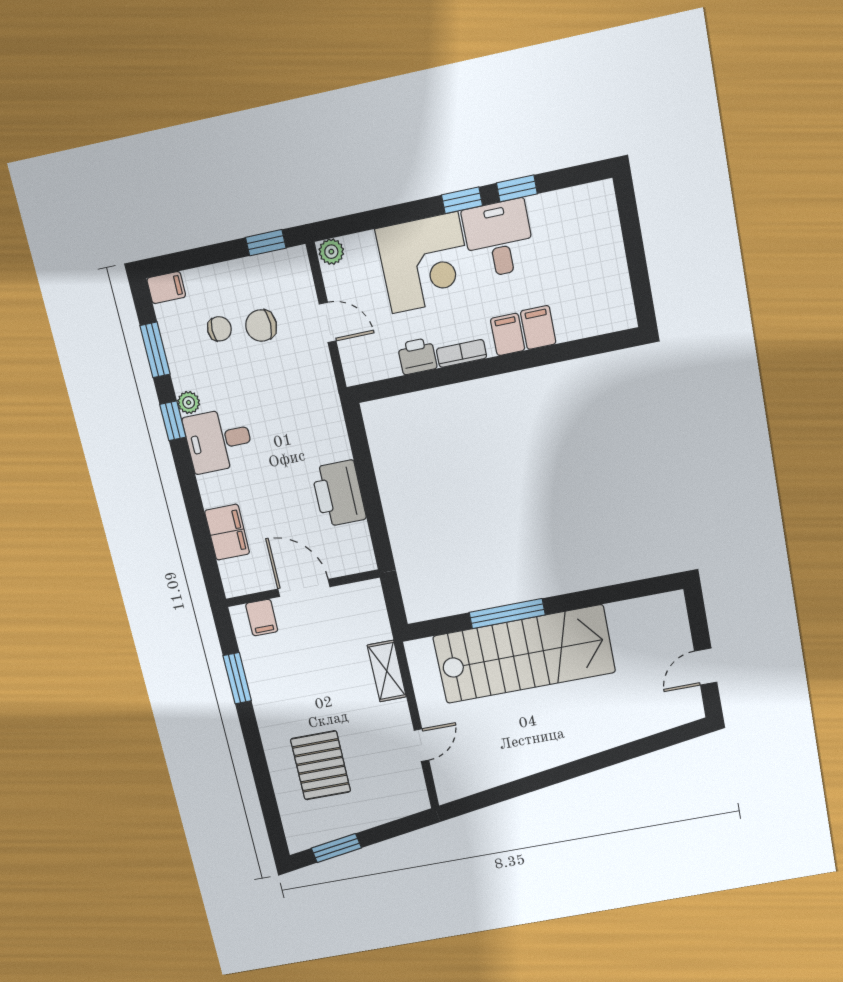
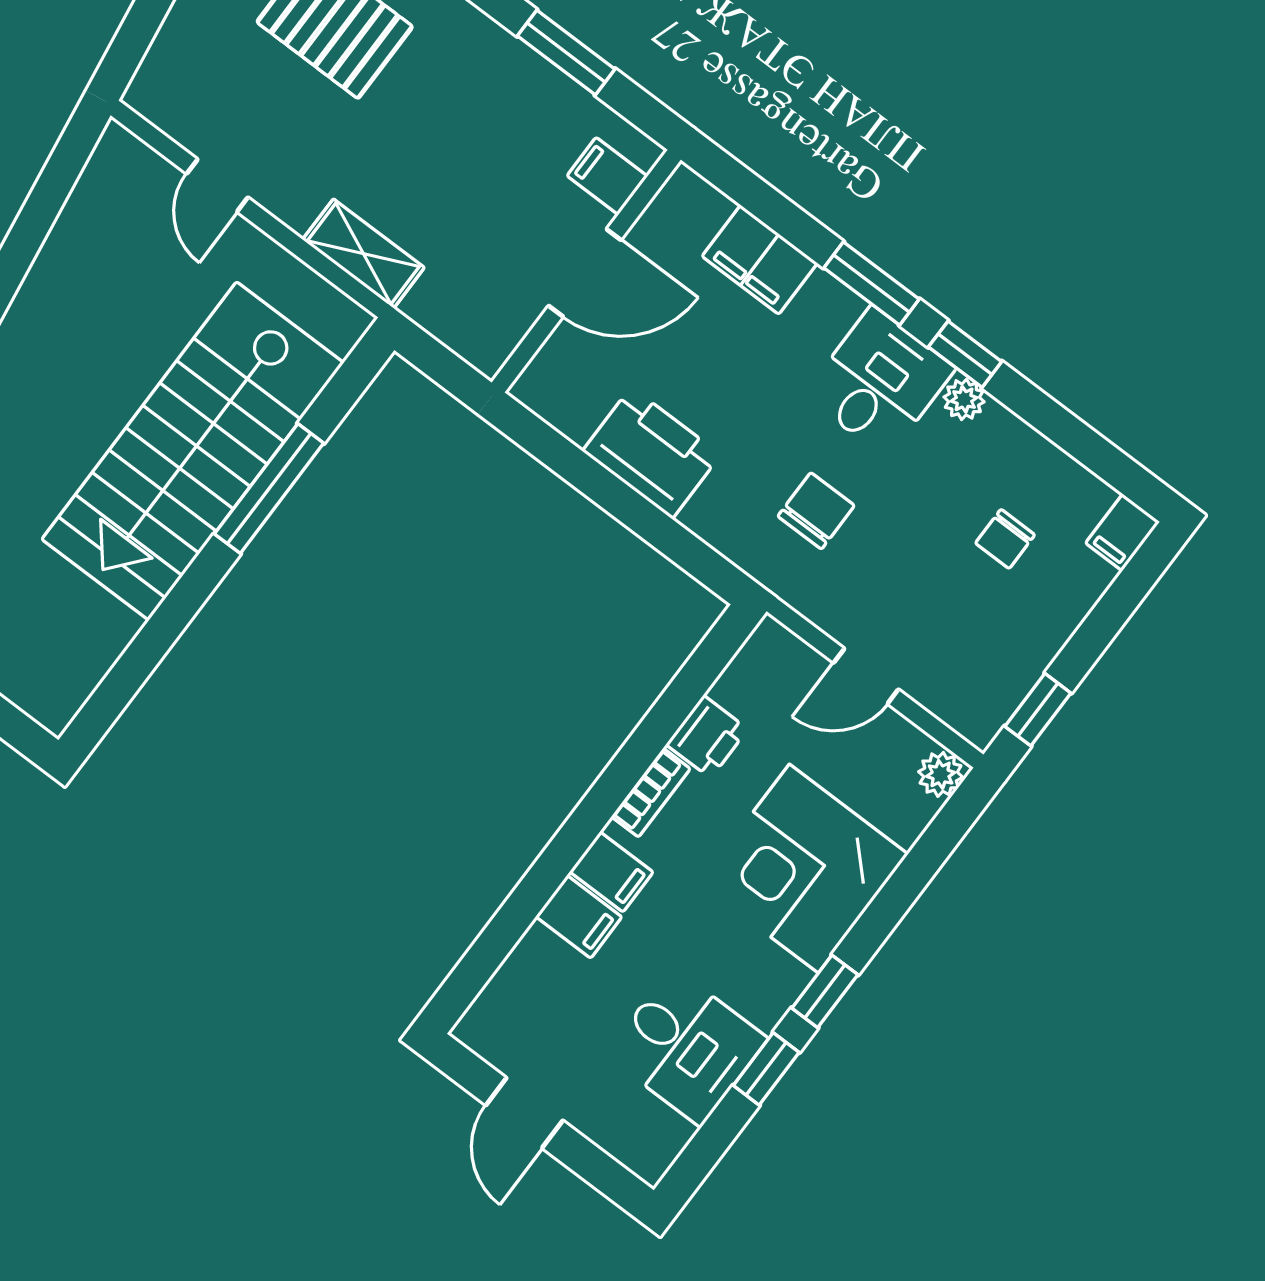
desk: (499, 239) -> (687, 1047), moved
door: (637, 263) -> (524, 1113), added
chair: (261, 326) -> (816, 511), moved
window: (155, 350) -> (872, 284), moved

